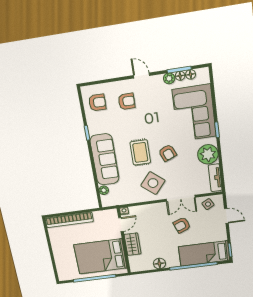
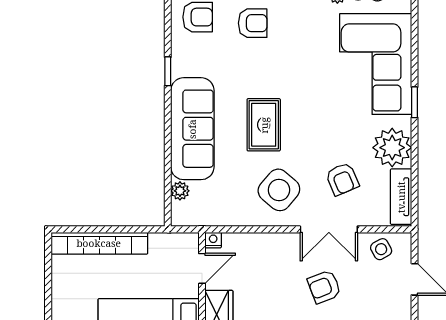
armchair: (168, 153) -> (342, 179), moved

